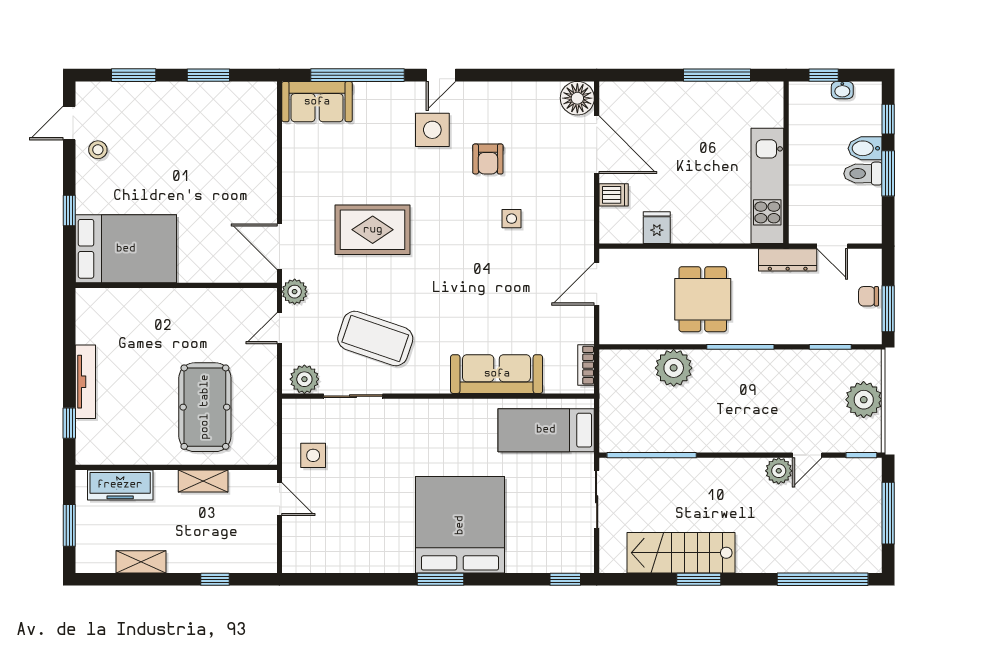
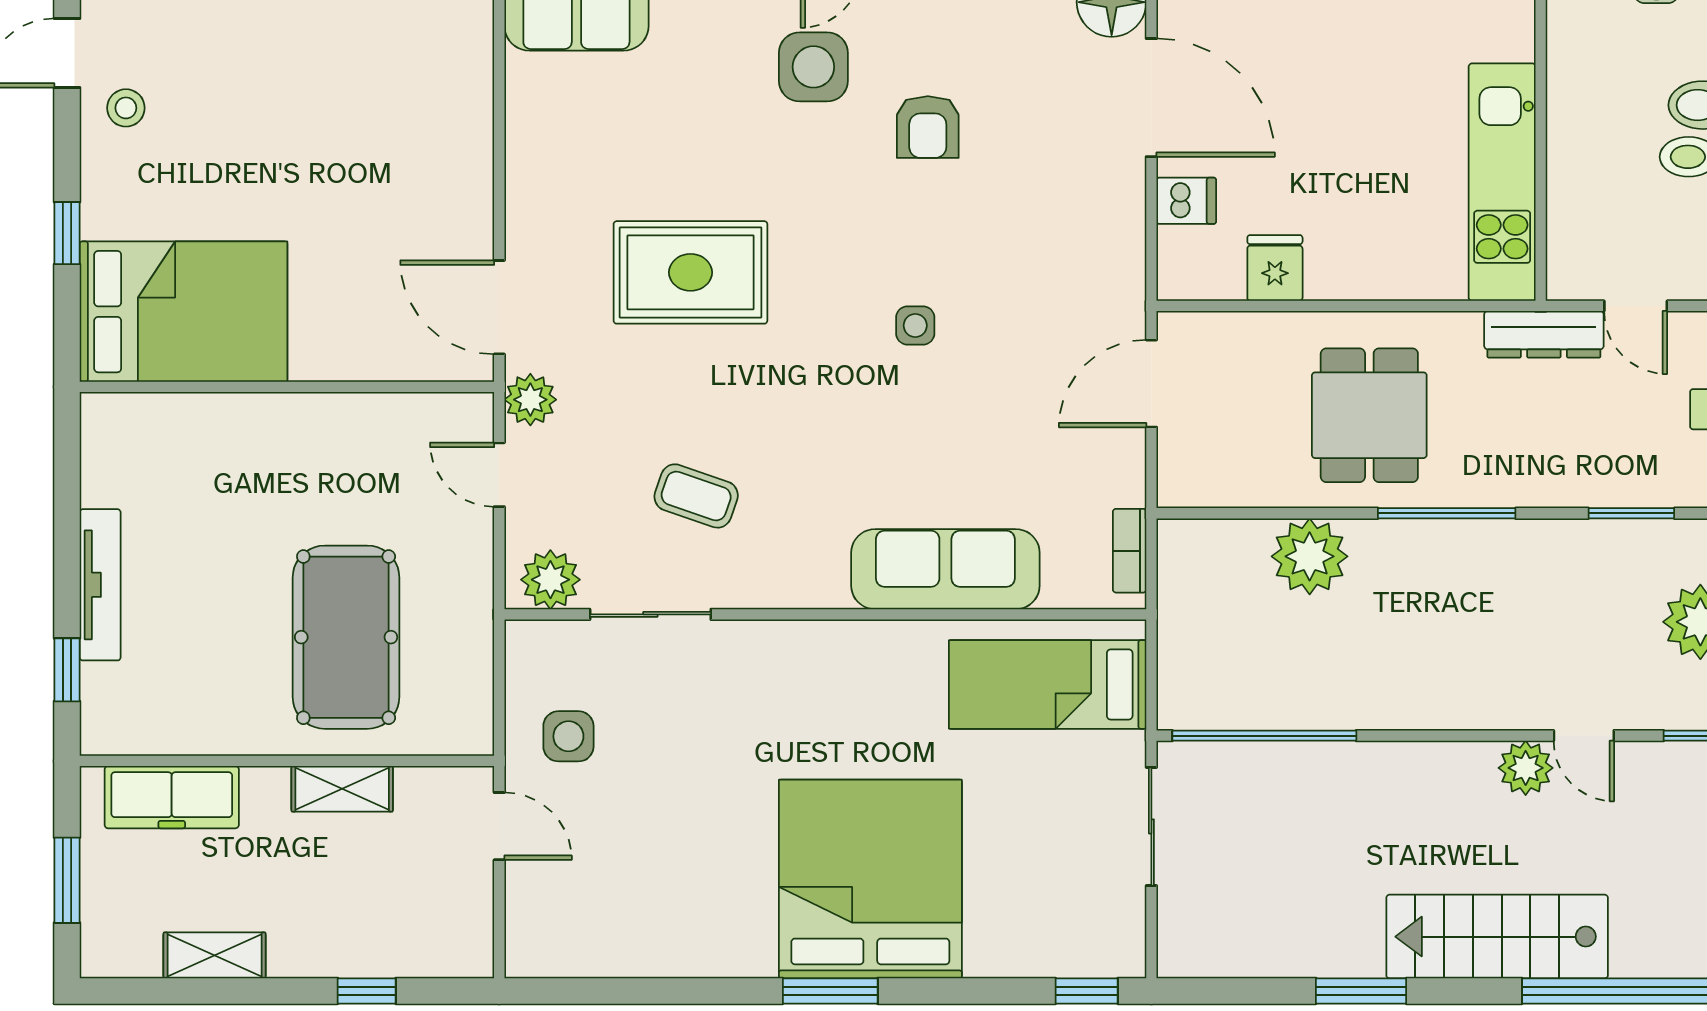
side table: (512, 219) -> (915, 325), moved
door: (279, 328) -> (499, 475), hinge flipped
coffee table: (375, 338) -> (696, 496), width x0.54, depth x0.58
door: (807, 455) -> (1584, 736), hinge flipped
stairs: (681, 553) -> (1497, 937), moved

